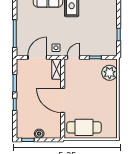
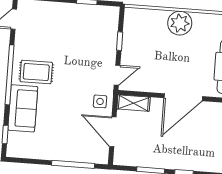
door: (73, 57) -> (117, 75), swing flipped
plant: (110, 73) -> (180, 23), moved

